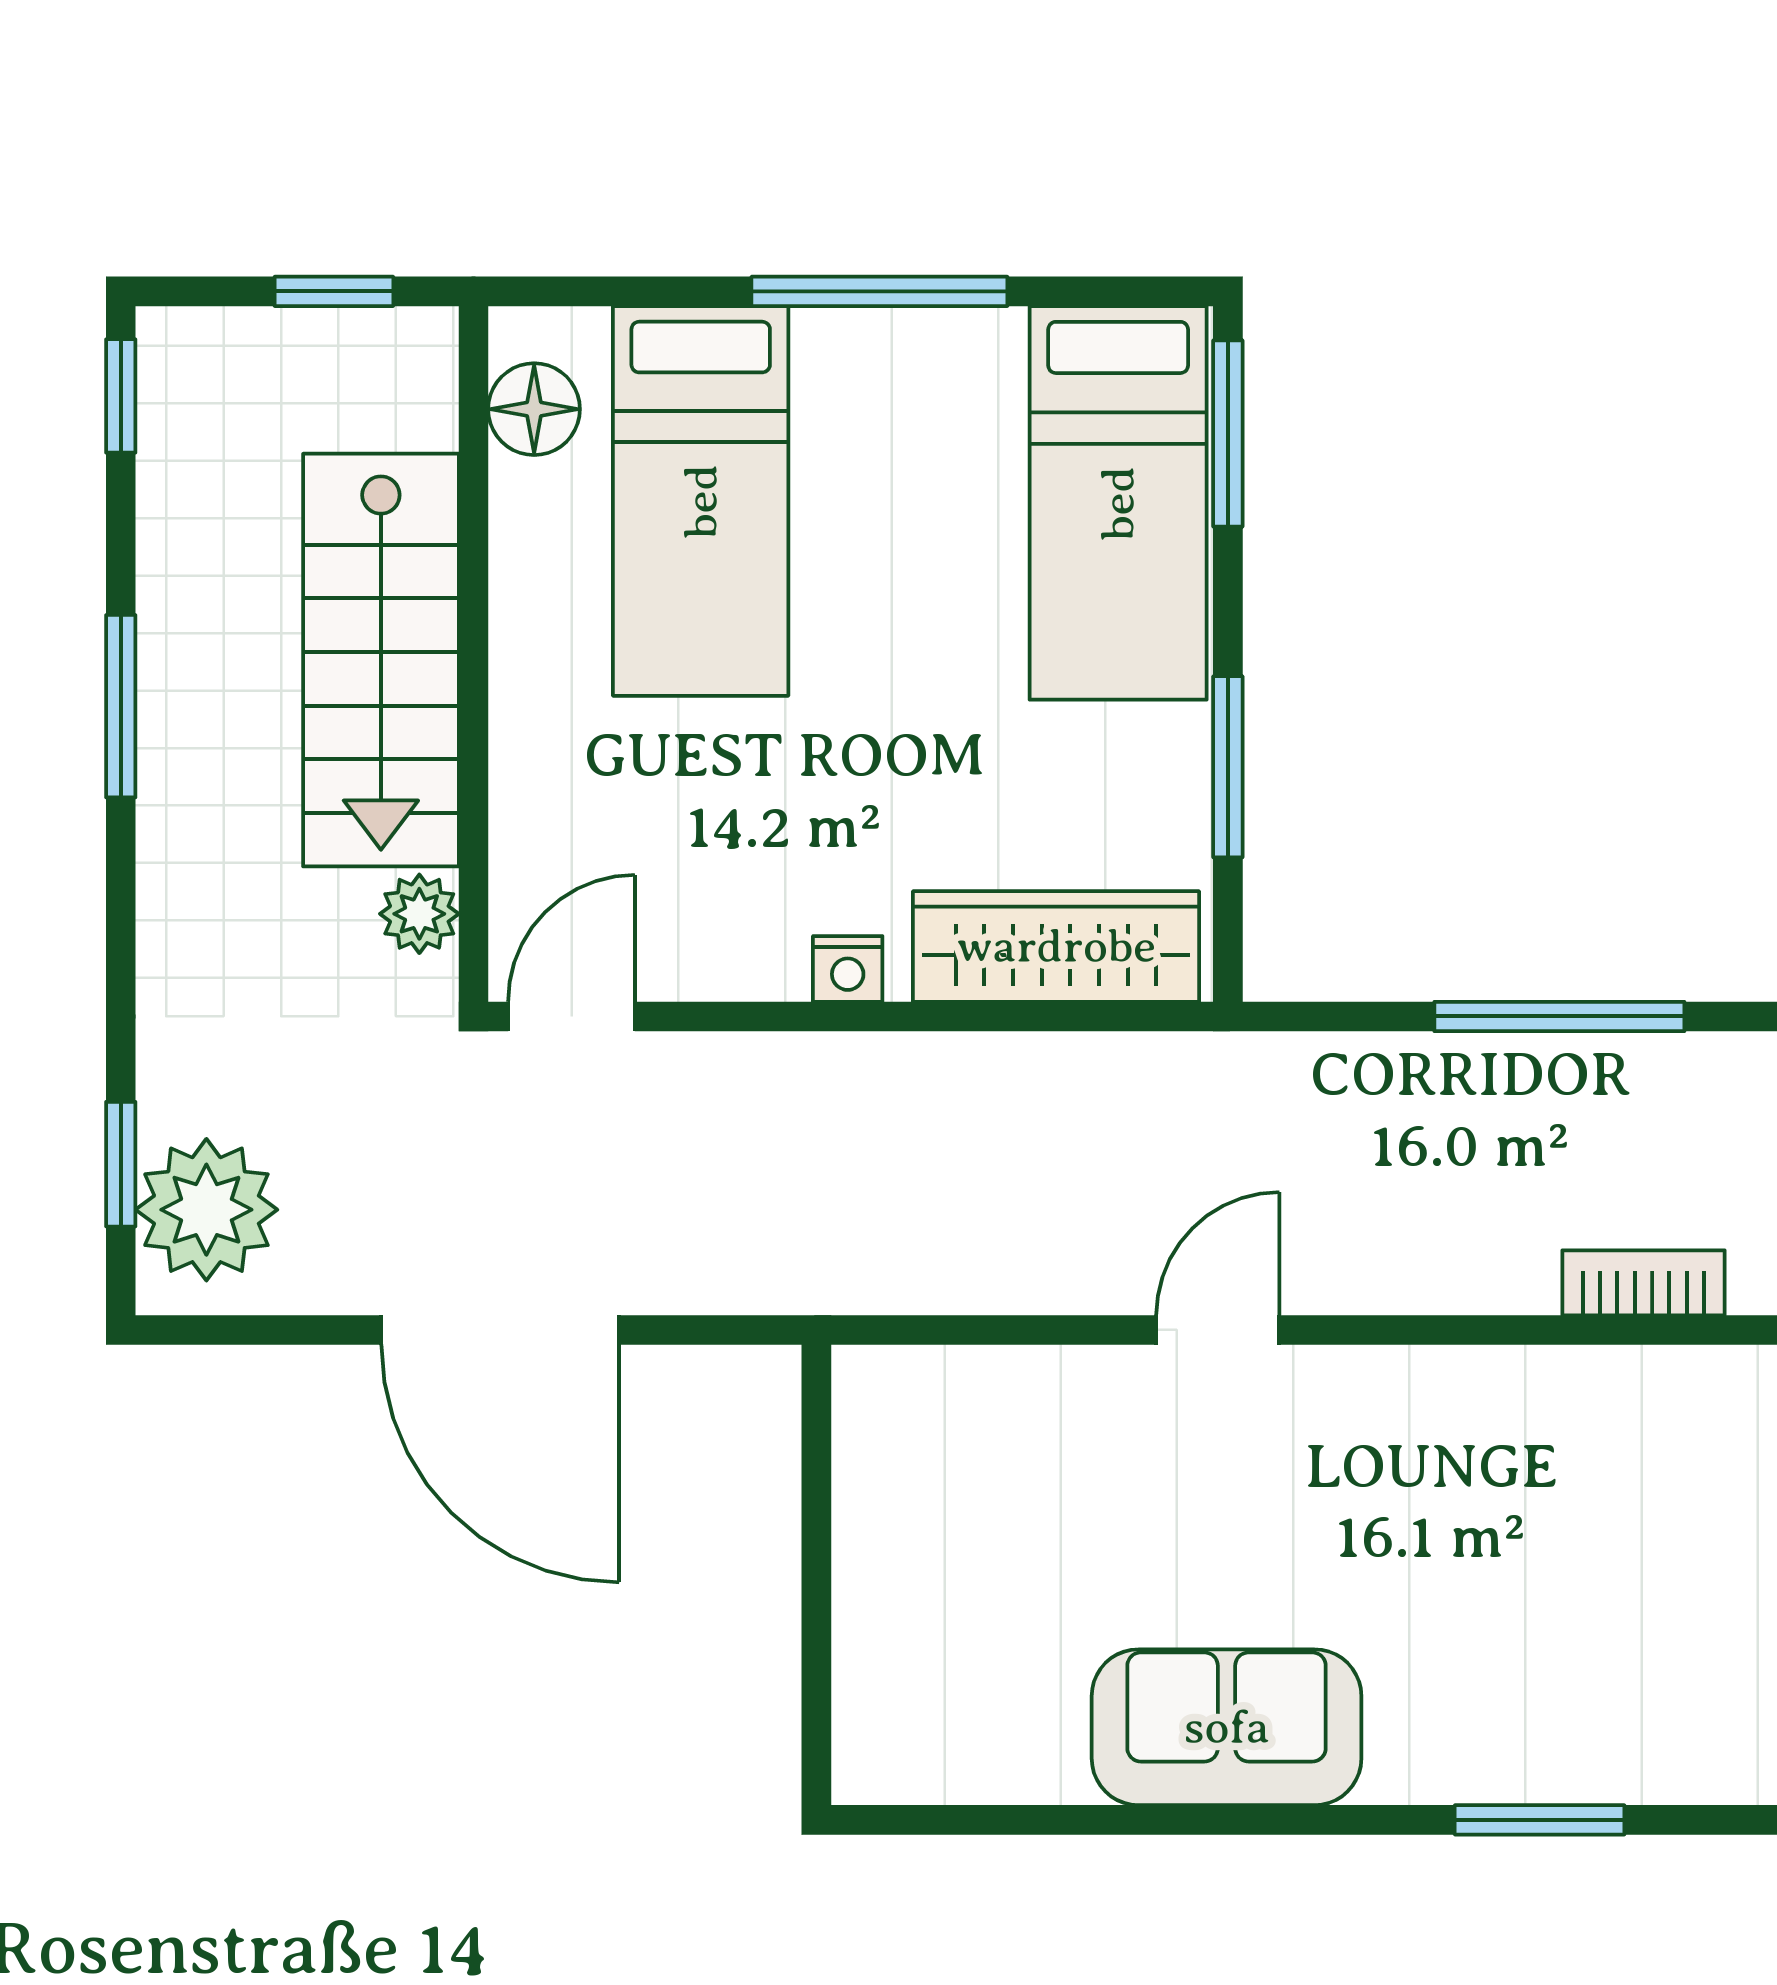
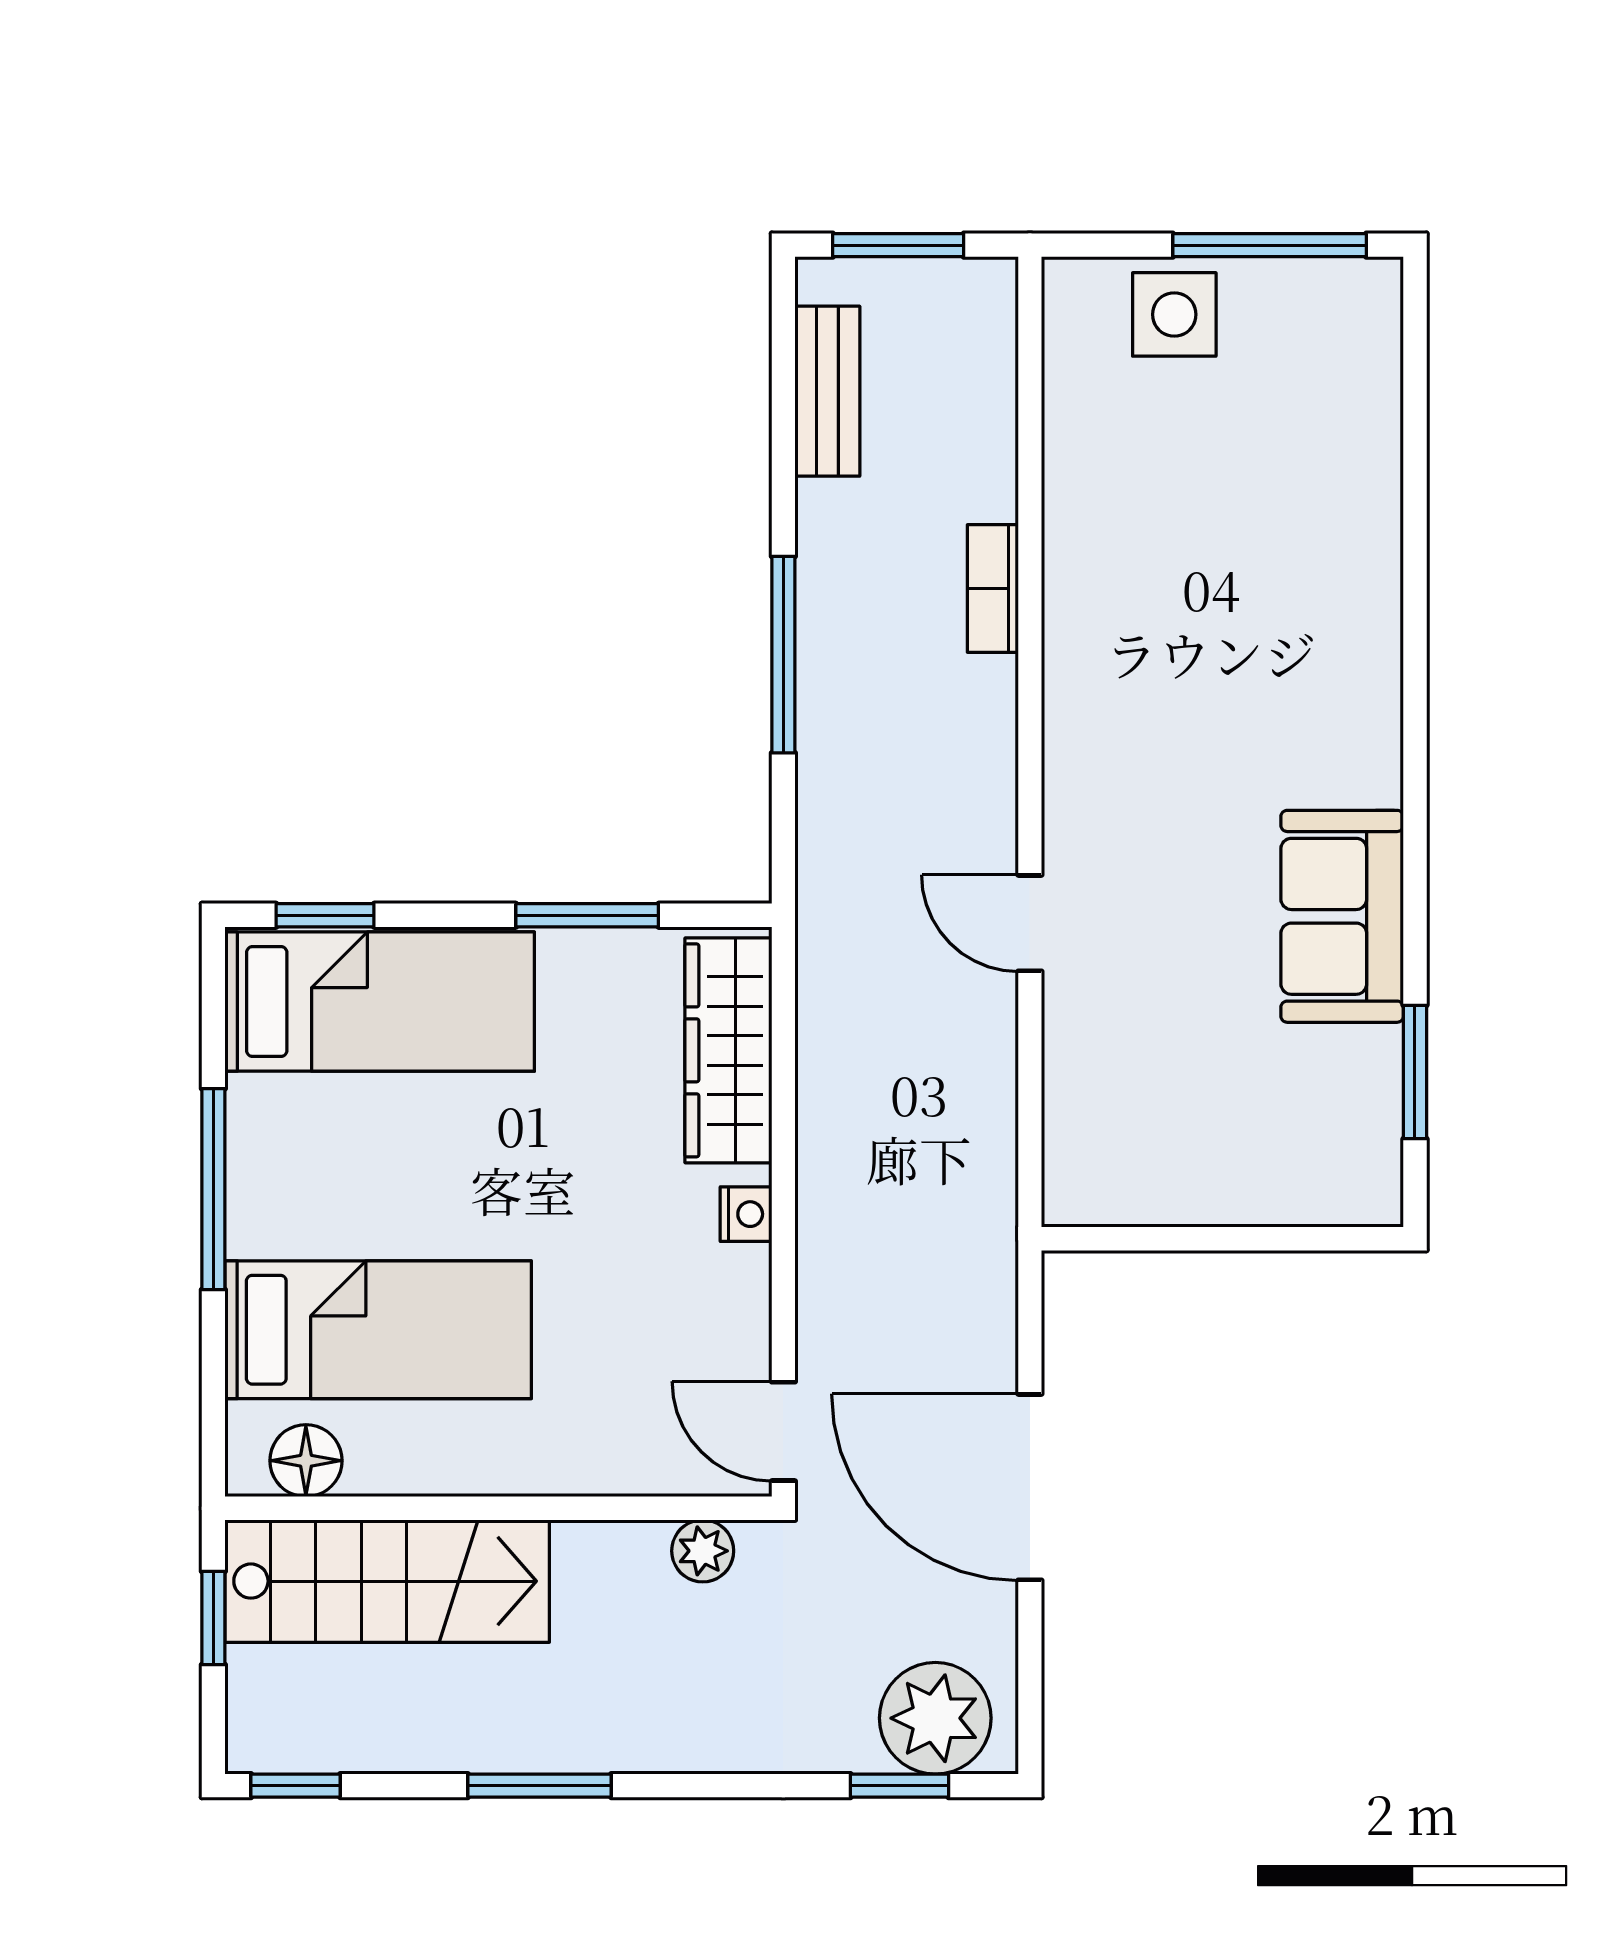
window: (1228, 433) -> (325, 915), width x0.67
stairs: (381, 660) -> (387, 1581), moved
door: (500, 1330) -> (1030, 1487), swing flipped
window: (1540, 1820) -> (1415, 1072), moved

